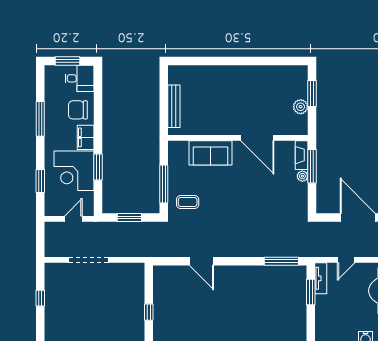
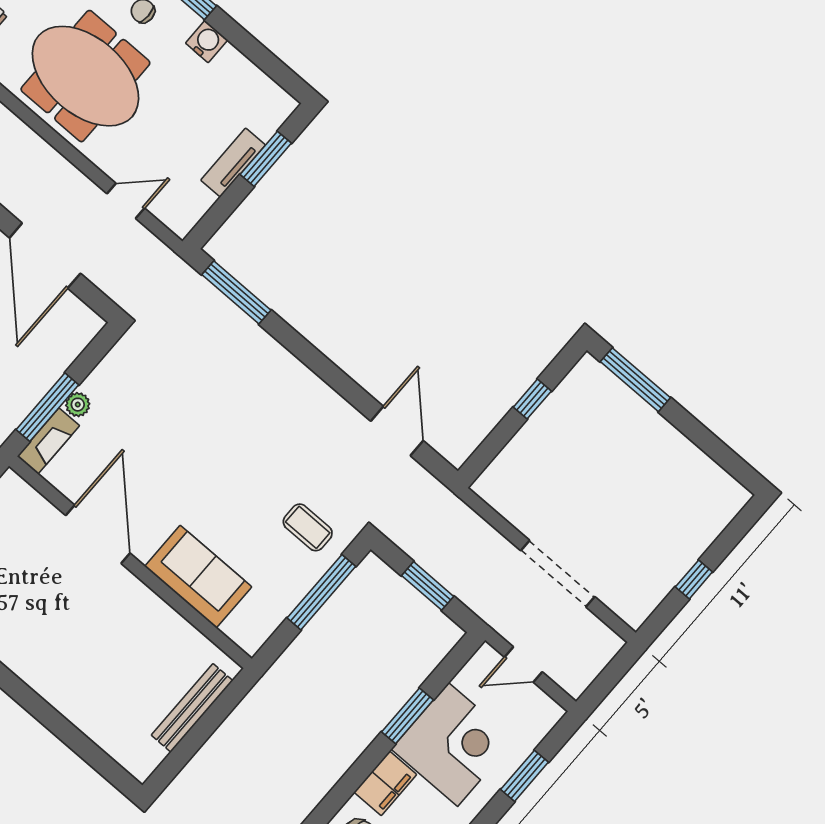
door: (202, 261) -> (397, 431), moved
tv unit: (321, 278) -> (233, 163), moved
window: (311, 292) -> (266, 159), moved

